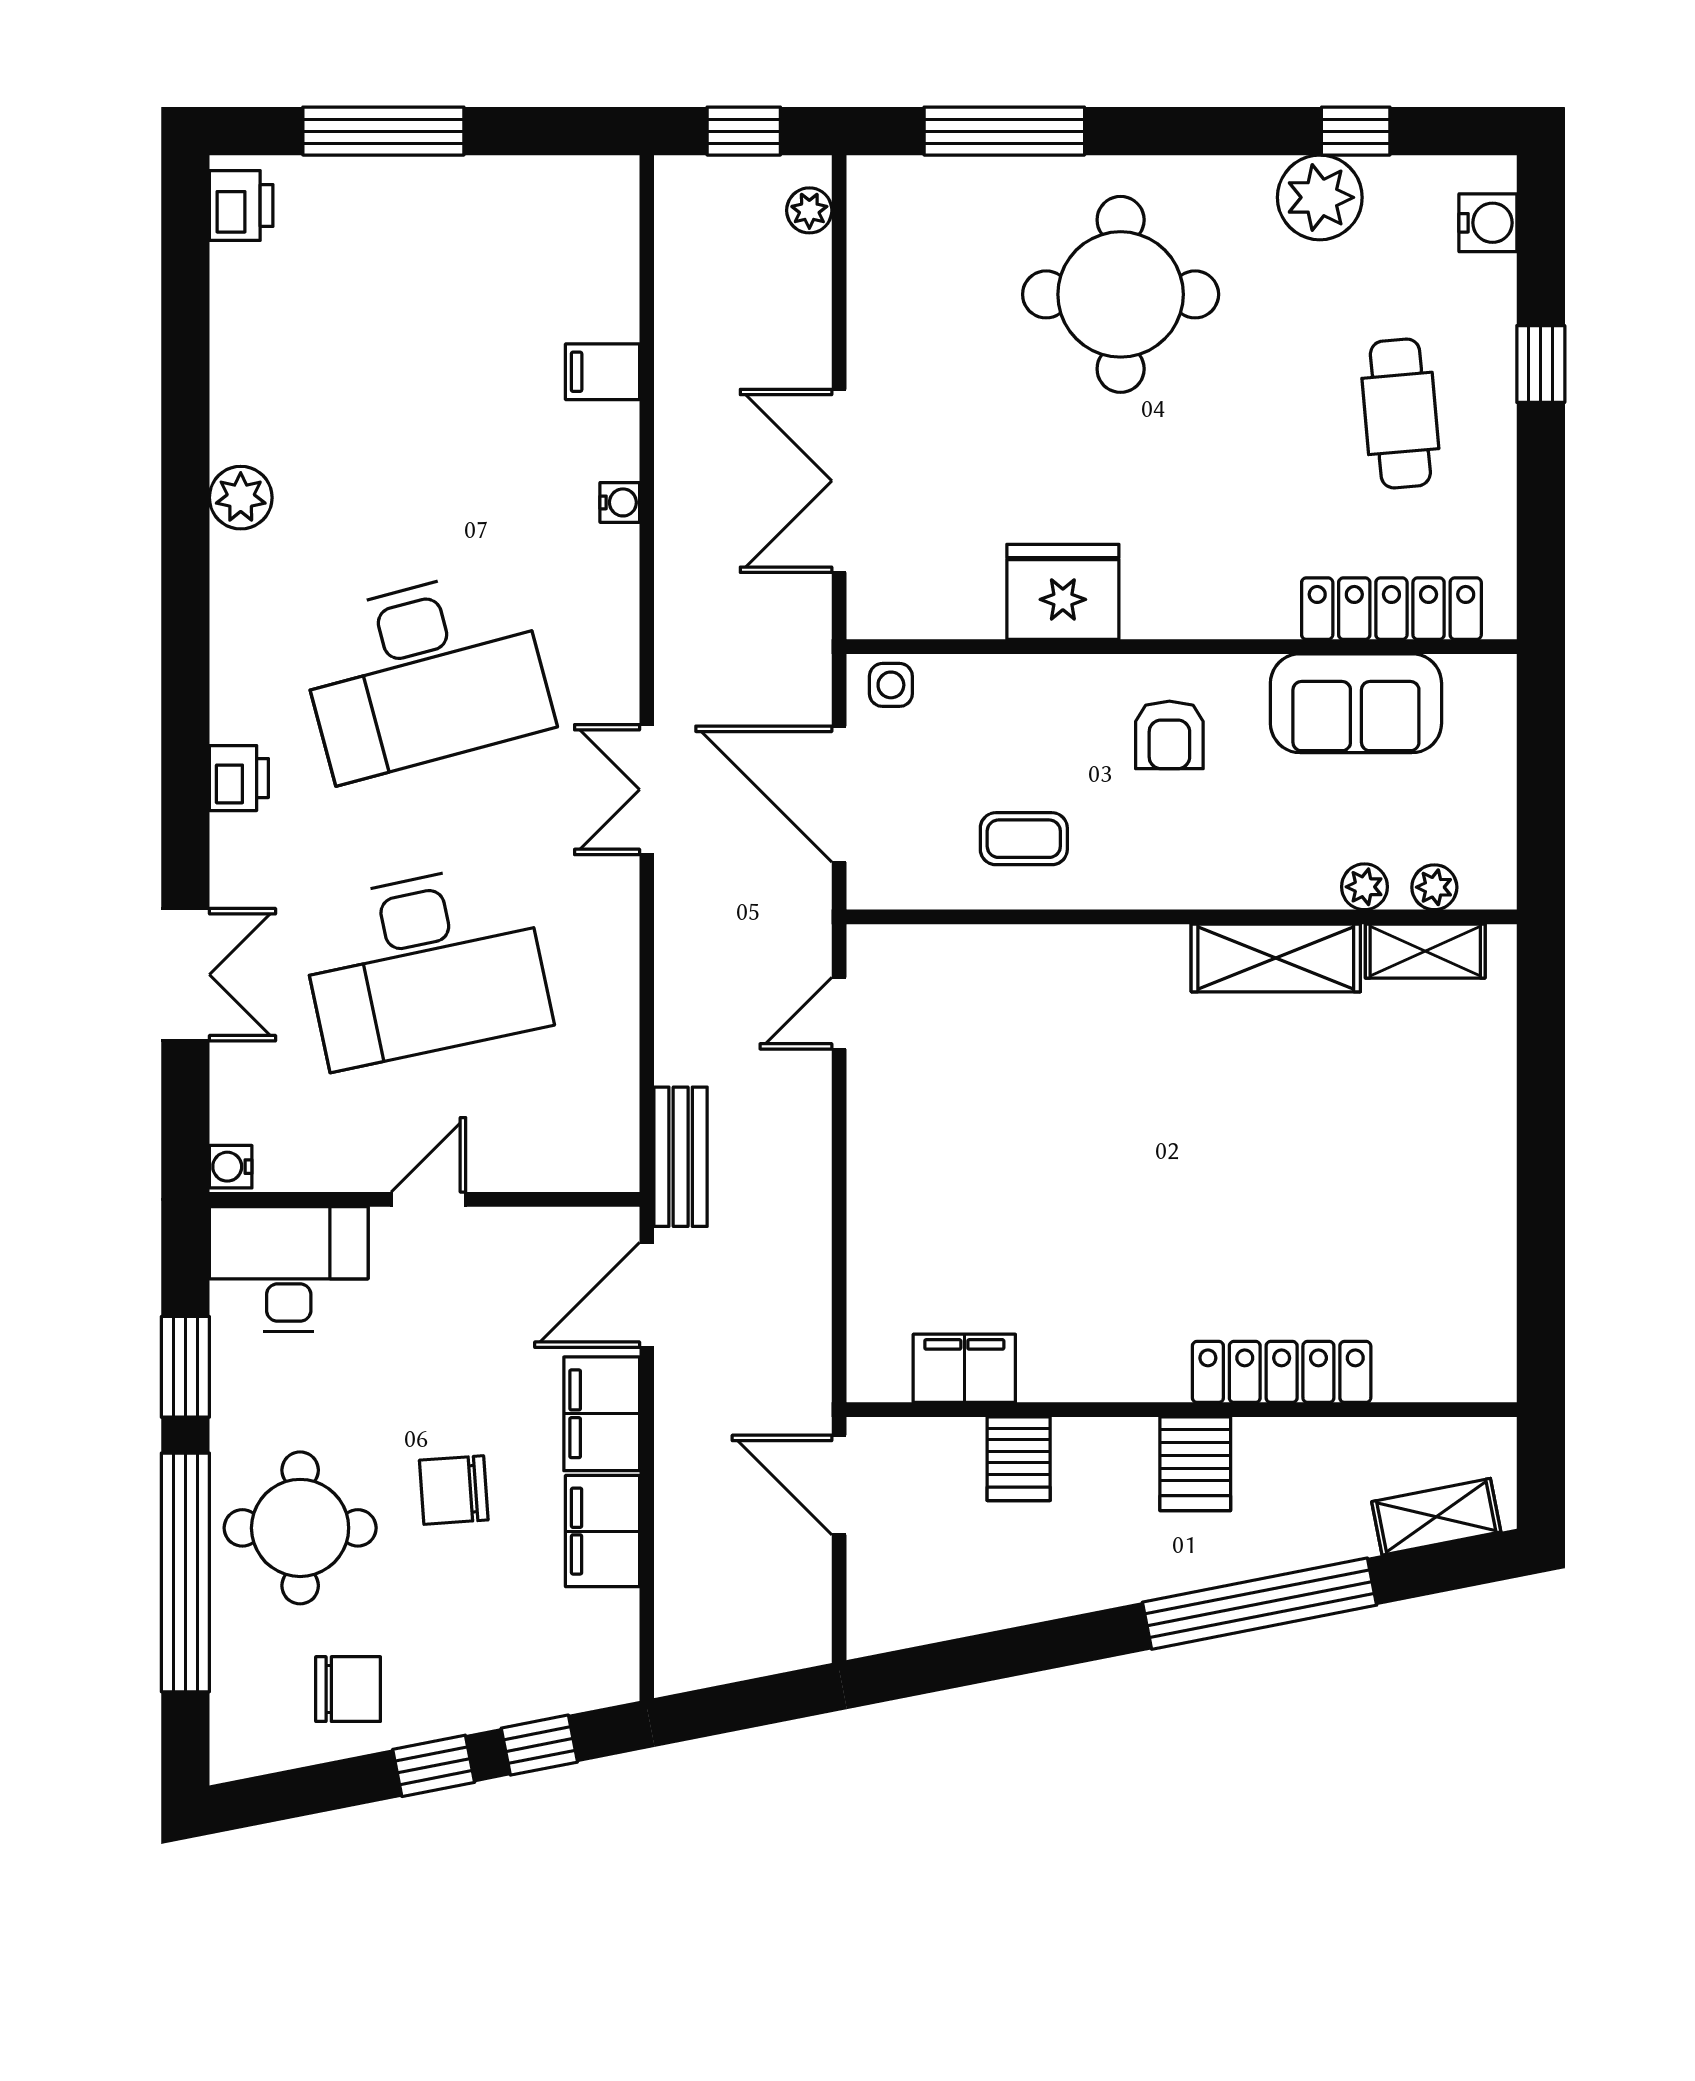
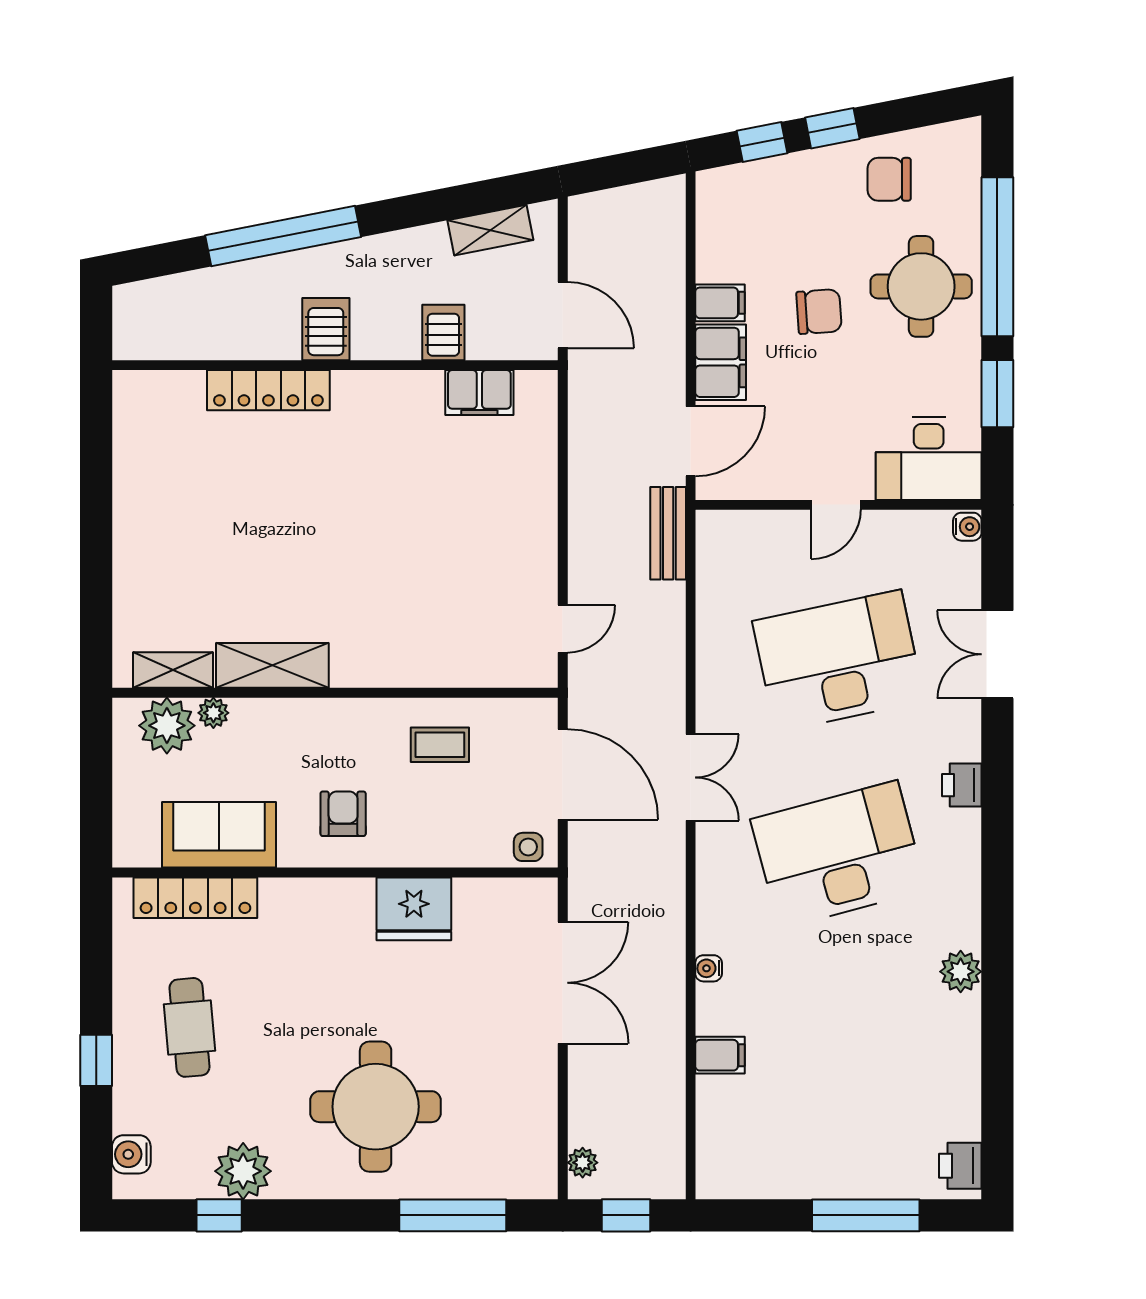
plant: (1434, 887) -> (167, 726), width x1.88, depth x1.88
shelving: (1436, 1517) -> (490, 230), moved
filing cabinet: (603, 1531) -> (720, 303), width x0.50

